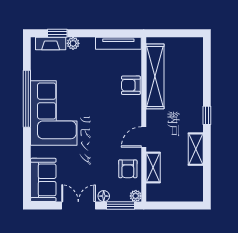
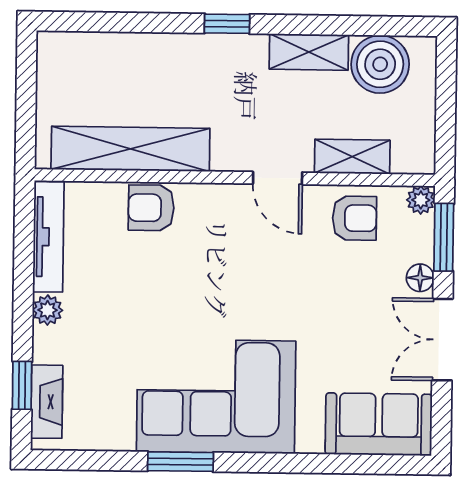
plant: (73, 43) -> (48, 310), moved
armchair: (131, 85) -> (151, 208), turned 90
window: (27, 99) -> (180, 462), width x0.47
boiler: (191, 178) -> (380, 64), added

